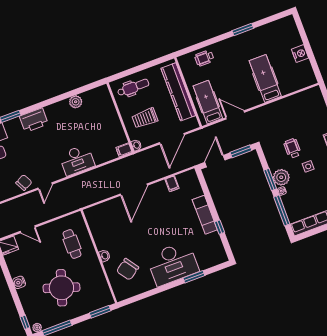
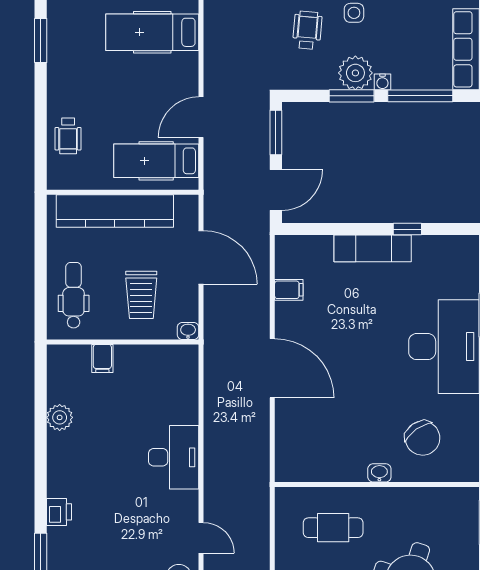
printer: (34, 120) -> (59, 512), width x0.53, depth x0.68
wheelchair: (292, 148) -> (307, 30), turned 95
filing cabinet: (124, 150) -> (102, 358), moved
door: (215, 161) -> (276, 190), swing flipped

